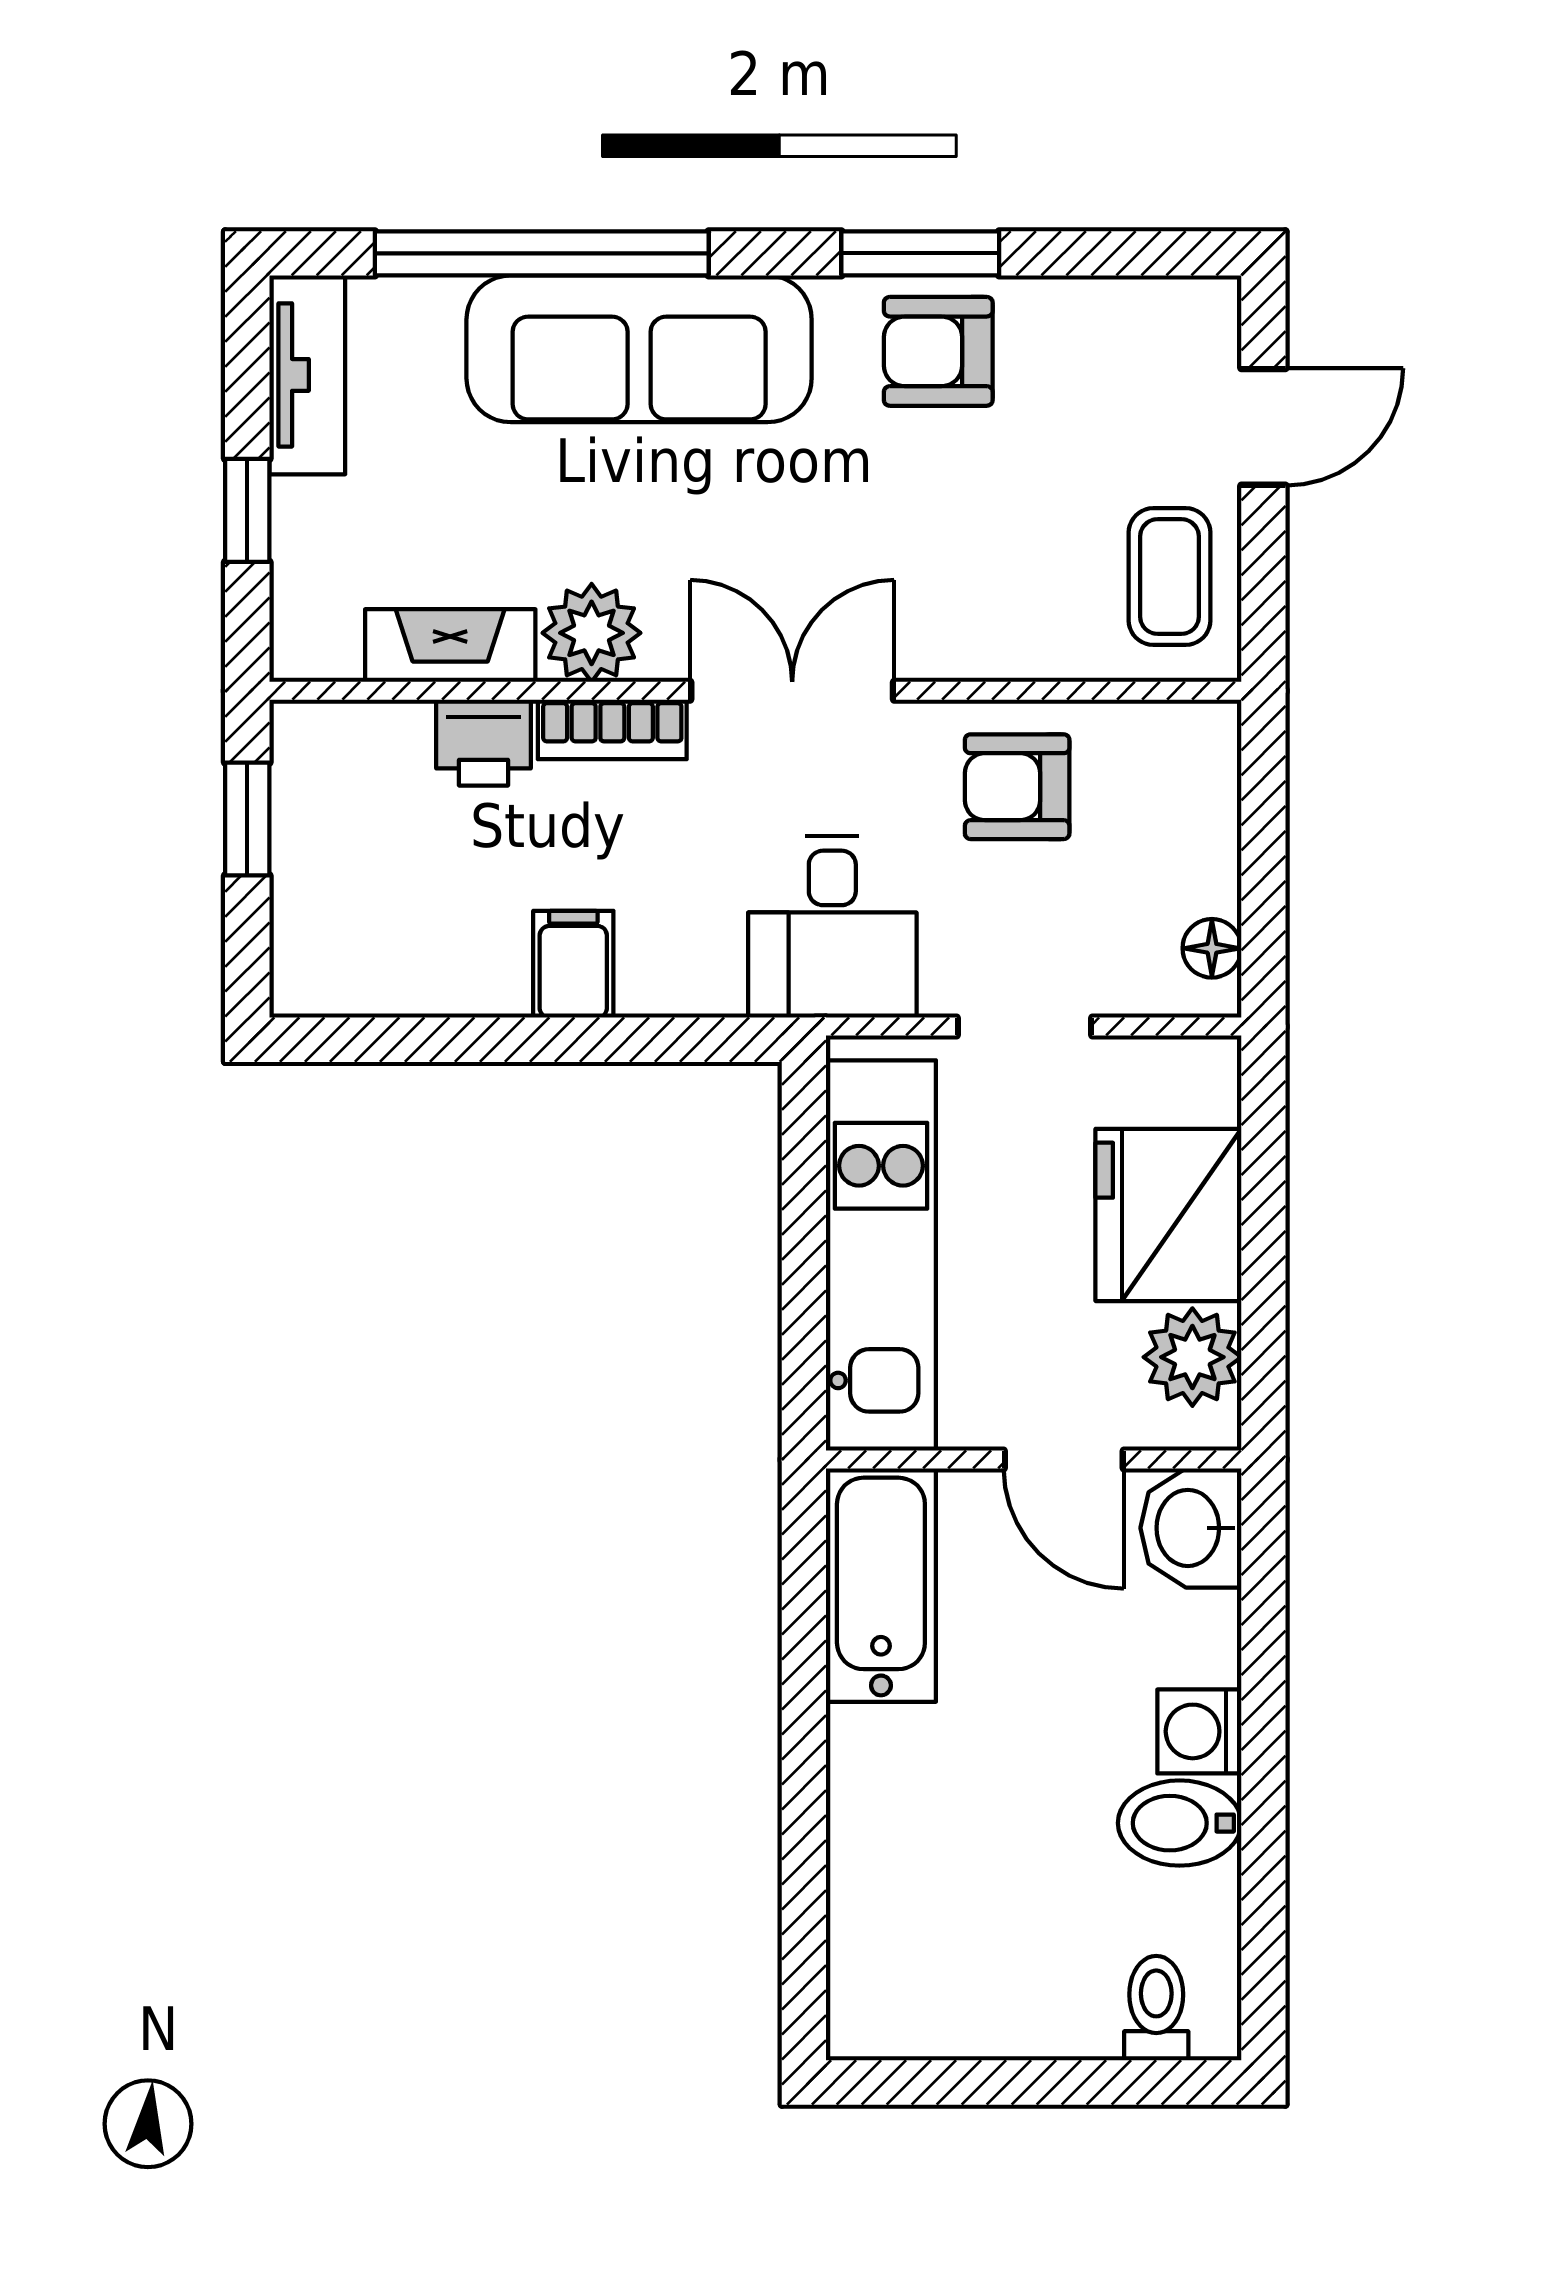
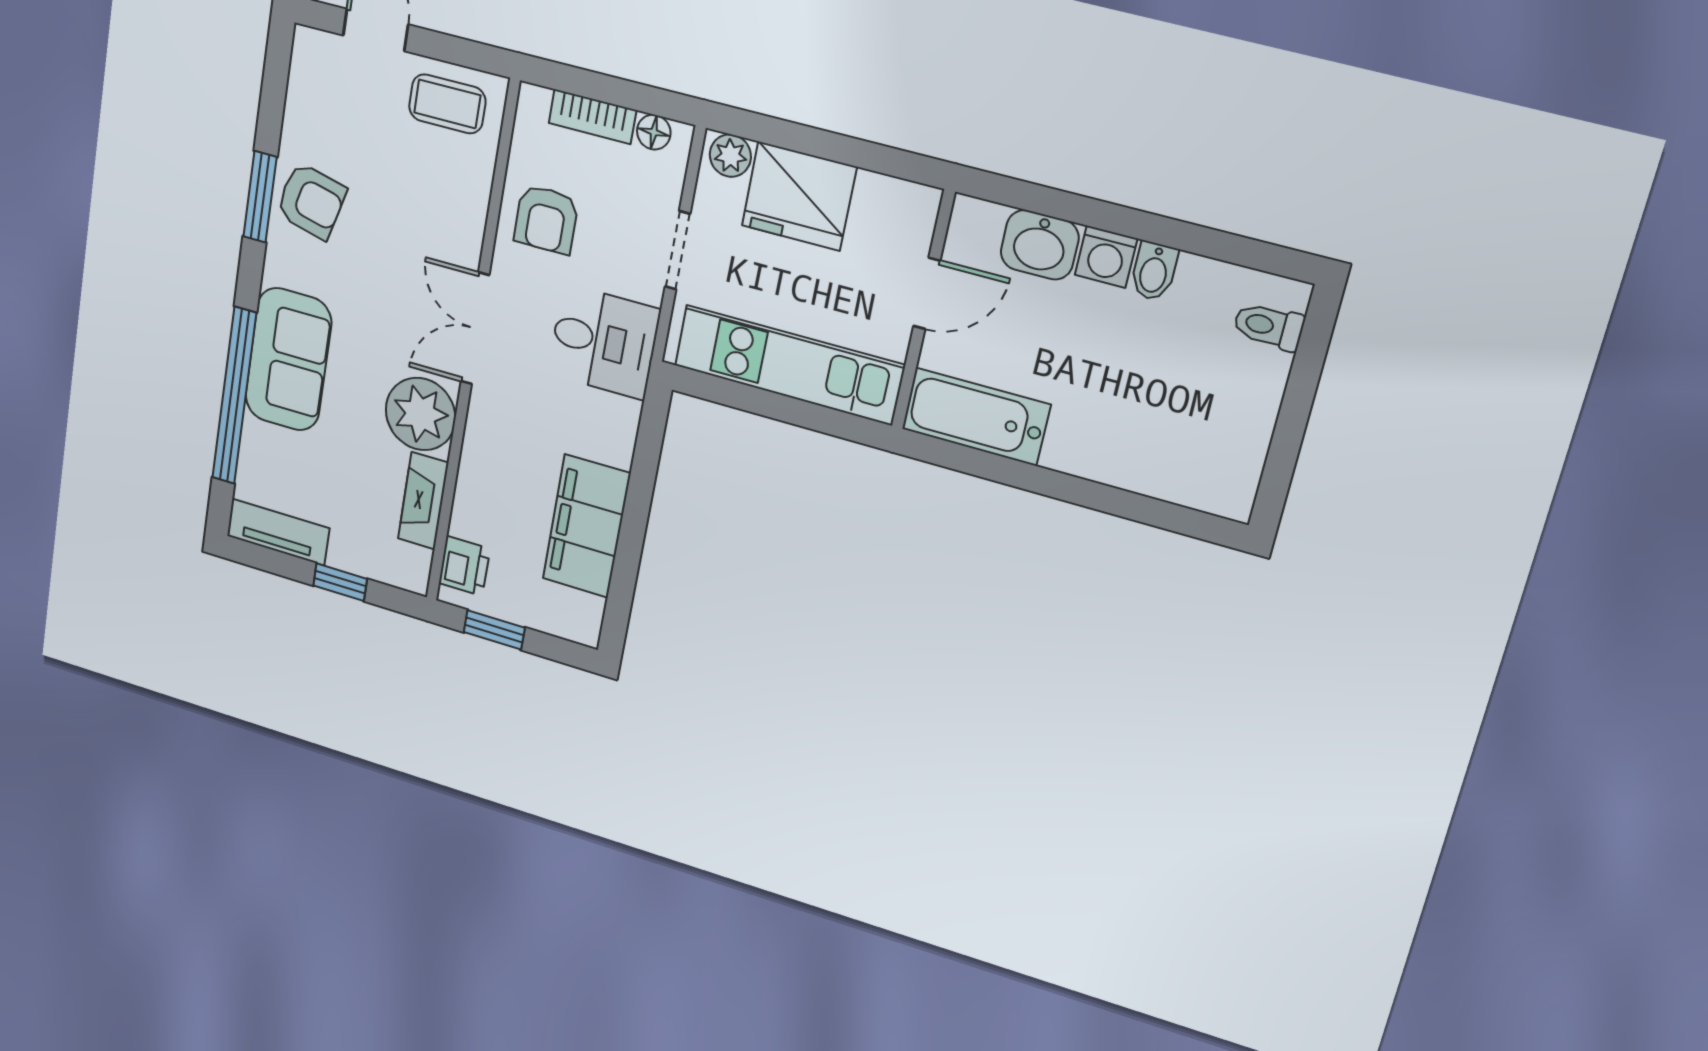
sofa: (639, 349) -> (288, 360), width x0.73
armchair: (938, 351) -> (311, 201), turned -76
plant: (592, 633) -> (421, 414), width x1.36, depth x1.36
bookcase: (612, 729) -> (592, 117), moved, turned 90
printer: (484, 743) -> (464, 566), moved
filing cabinet: (573, 964) -> (586, 526), width x3.00, depth x1.17
plant: (1192, 1357) -> (730, 156), moved, width x0.73, depth x0.73
washbasin: (1191, 1528) -> (1040, 245), moved
bidet: (1180, 1823) -> (1154, 271), width x0.72, depth x0.74

